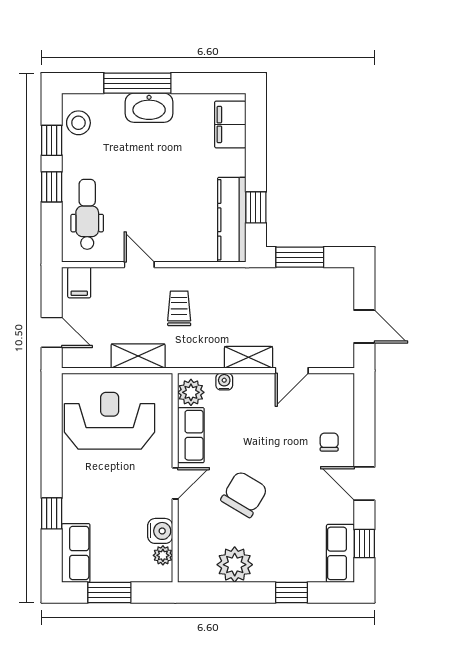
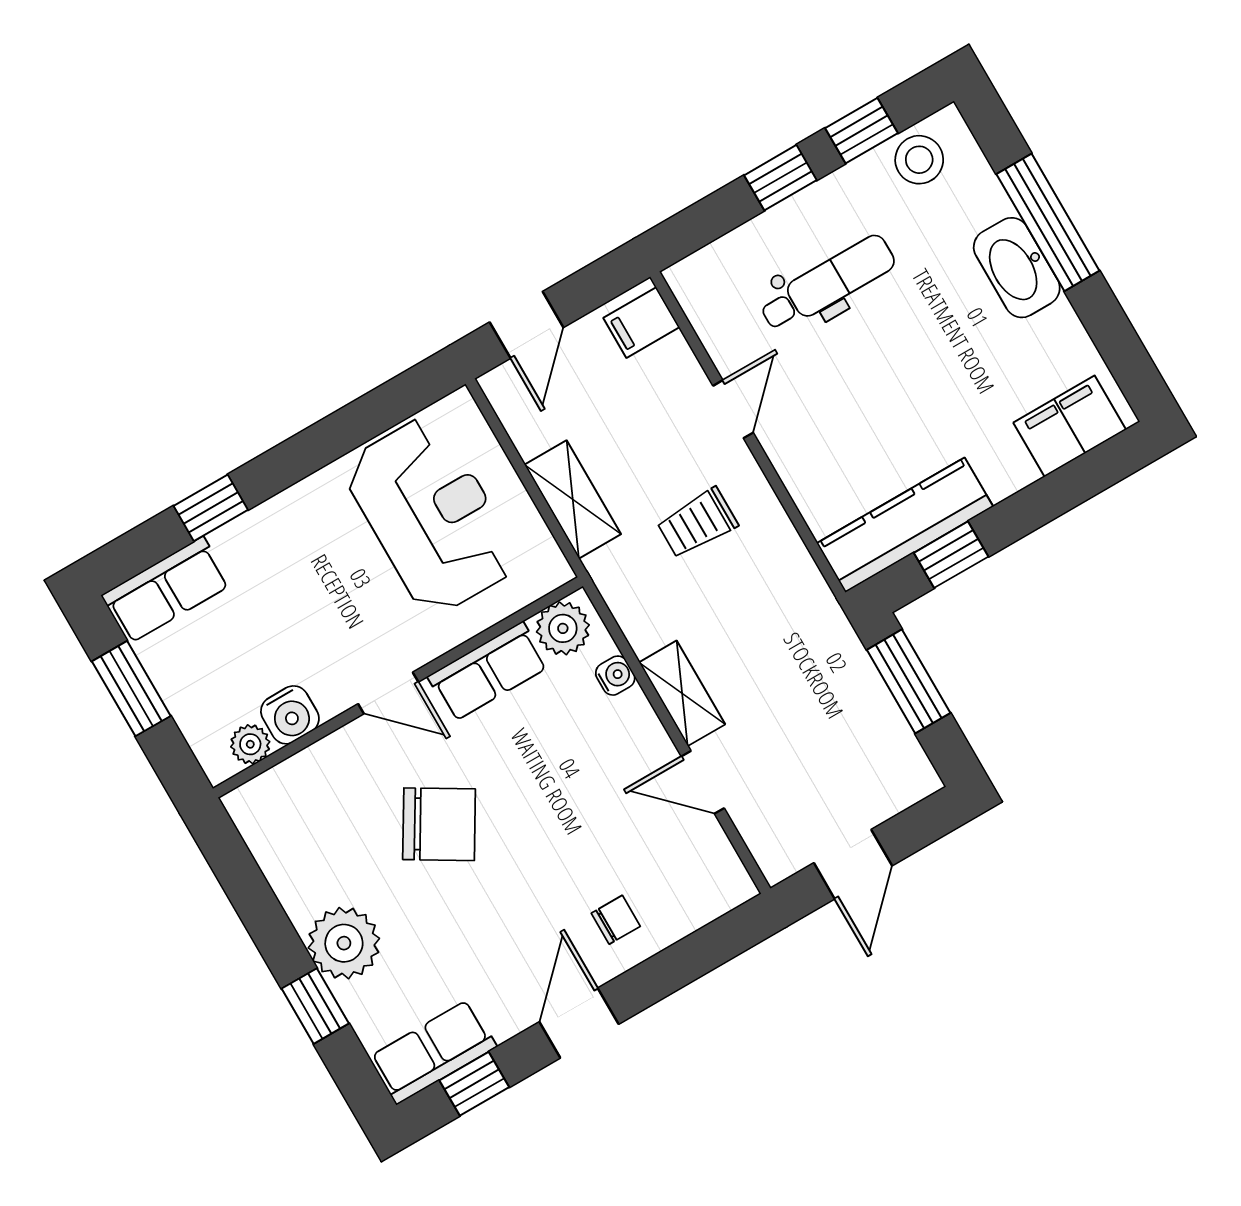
dental chair: (87, 214) -> (827, 283), moved
trolley: (179, 308) -> (697, 523), turned 180
plant: (235, 565) -> (344, 943), moved

